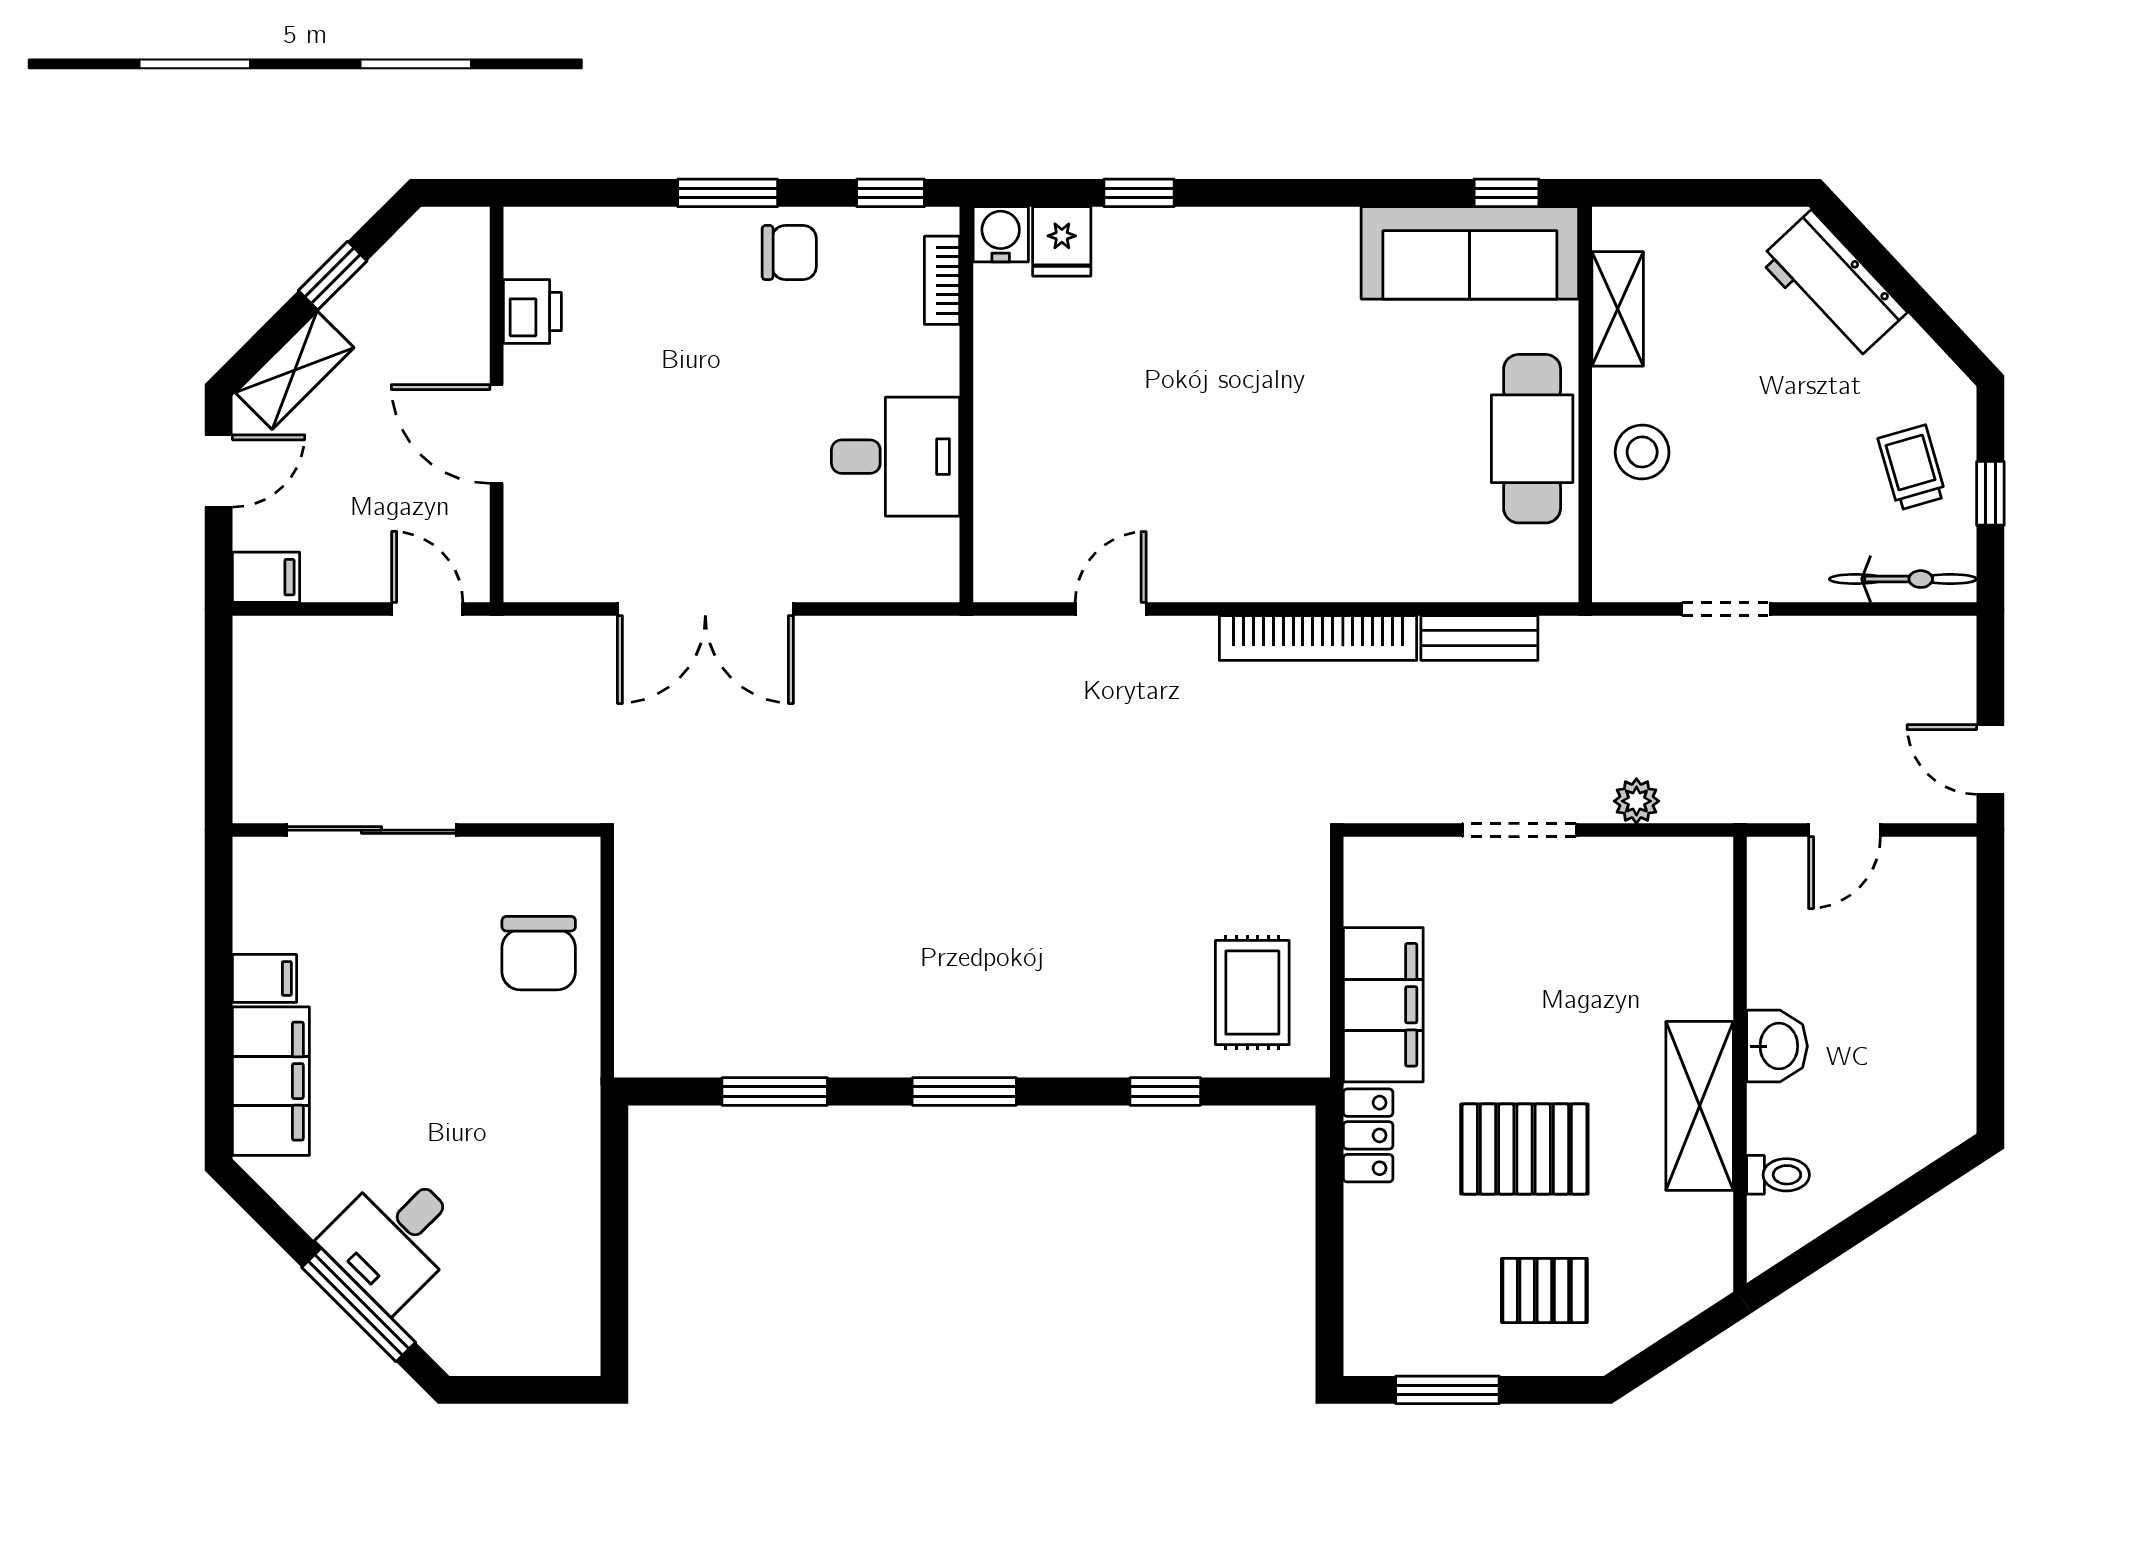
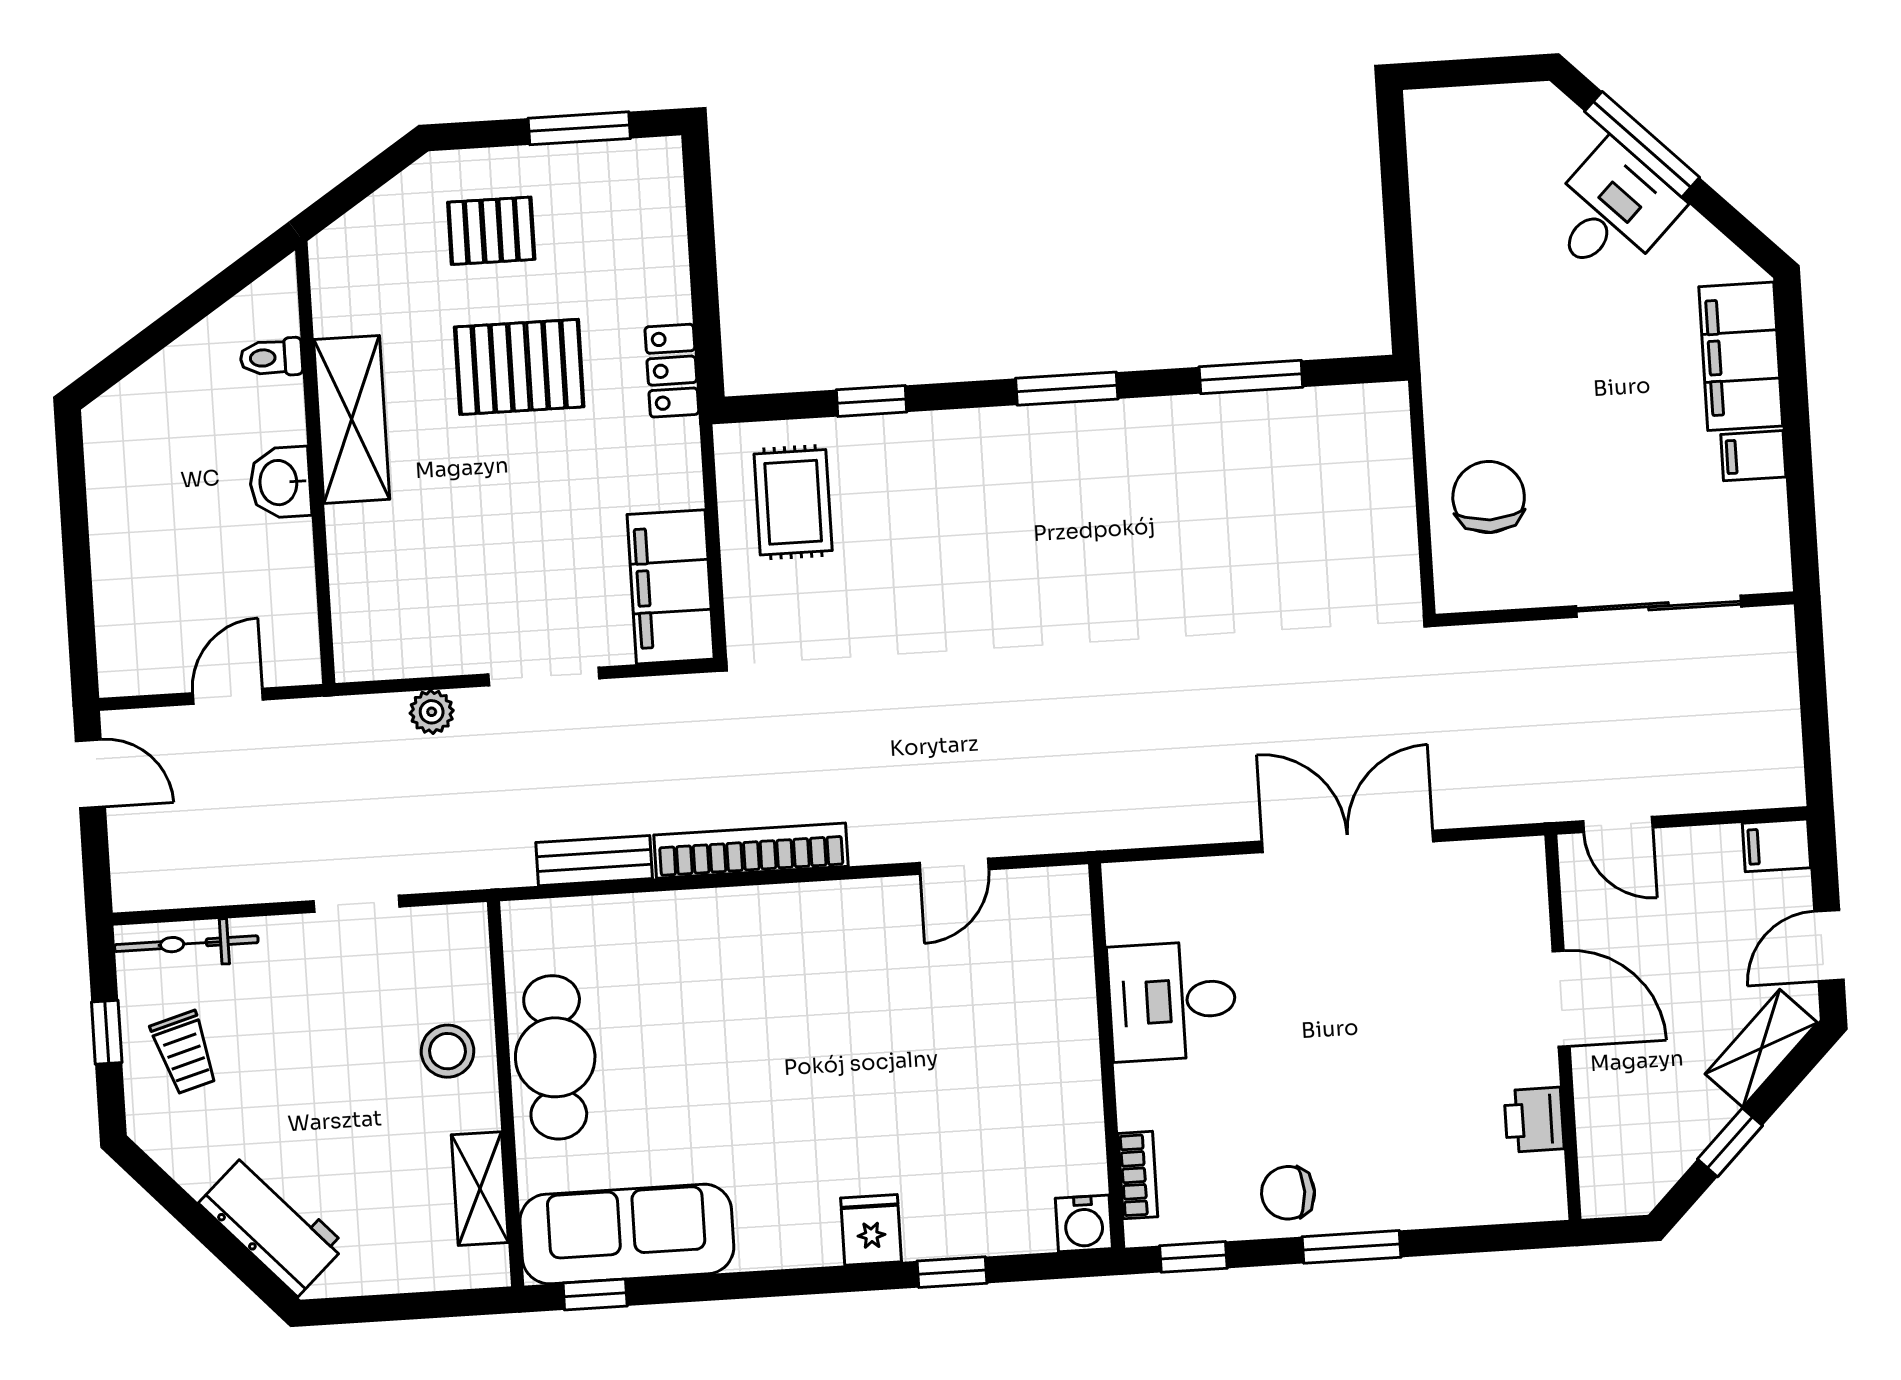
fridge: (1062, 241) -> (871, 1230), moved
filing cabinet: (1383, 1005) -> (671, 587), moved

